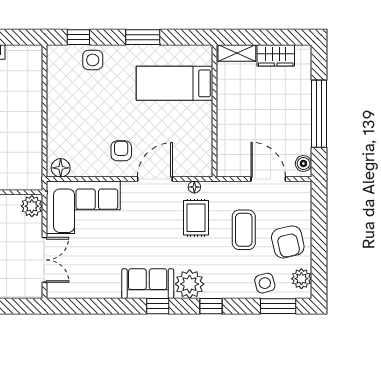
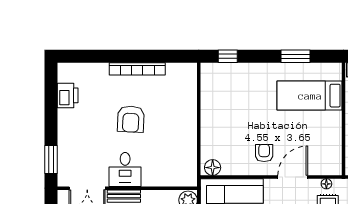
window: (143, 37) -> (295, 56), moved
side table: (93, 60) -> (240, 76), removed

